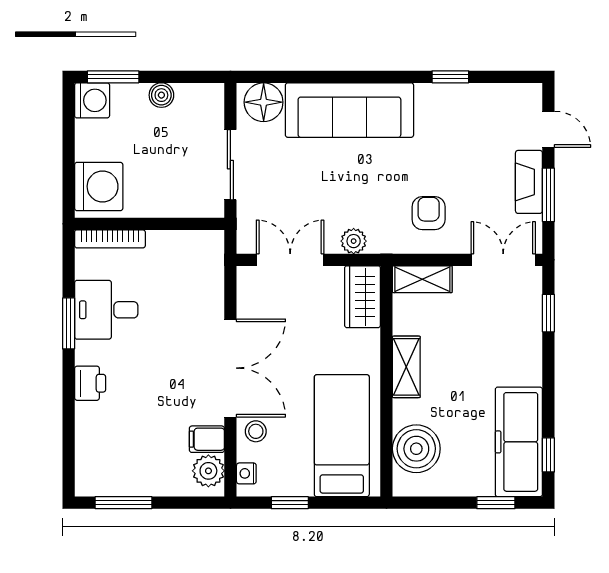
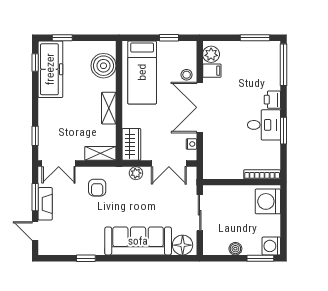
desk: (106, 310) -> (264, 125), moved
window: (69, 450) -> (283, 65), added
nightstand: (246, 473) -> (191, 144), moved

